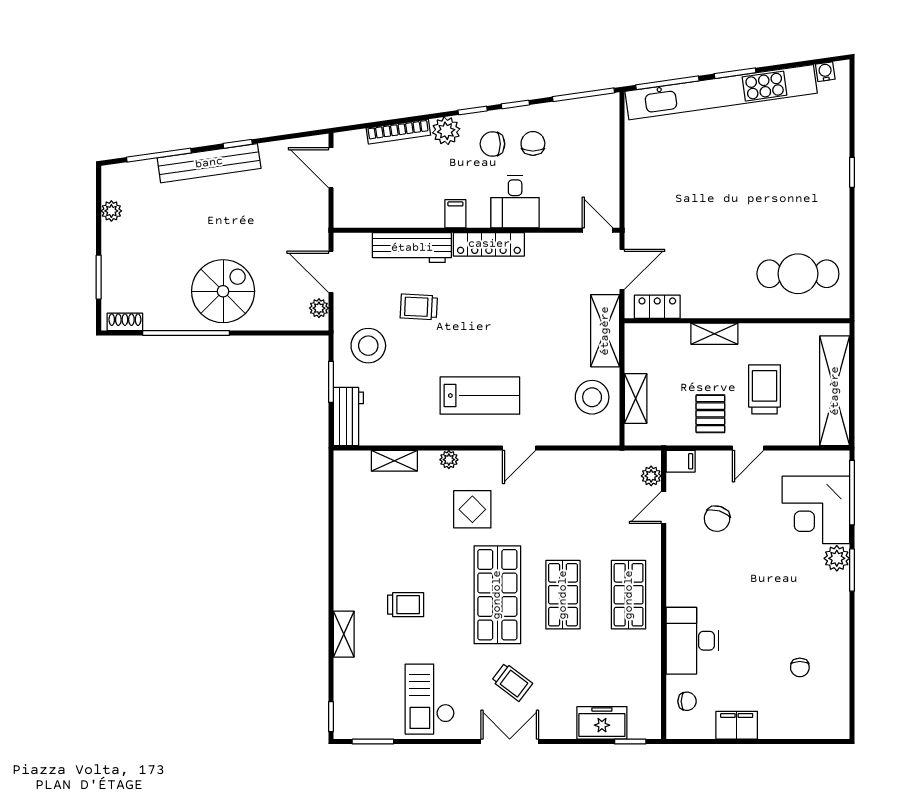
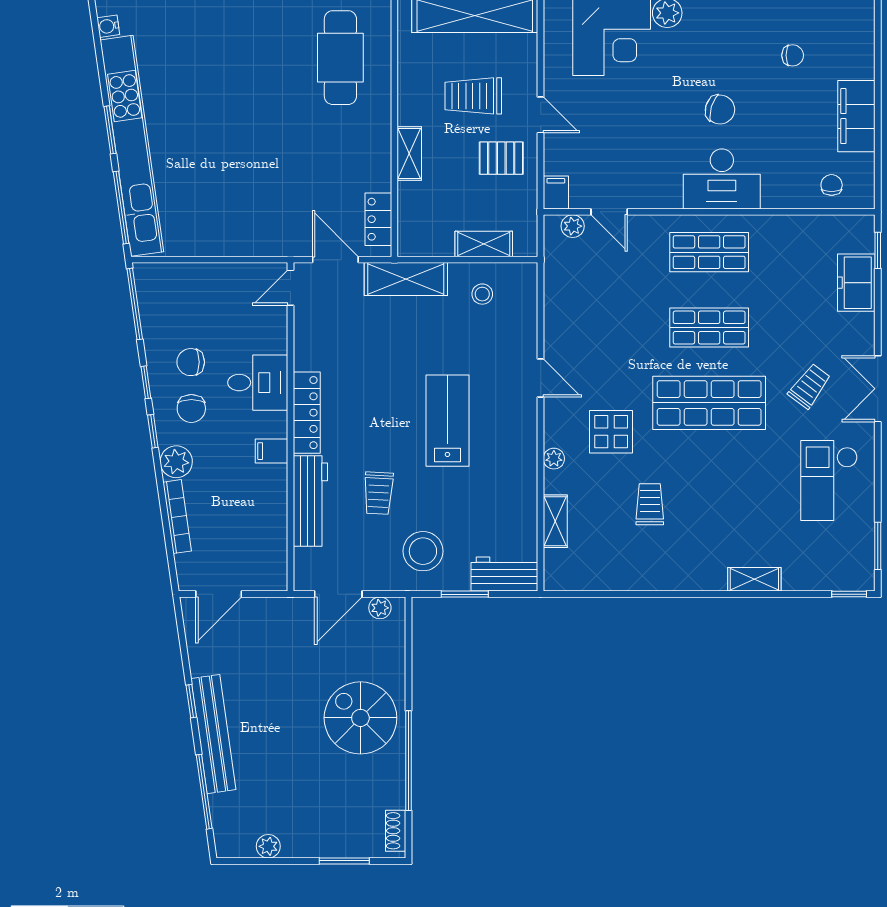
lab bench: (480, 396) -> (447, 421), moved
stool: (592, 397) -> (482, 294), width x0.53, depth x0.53
chair: (717, 519) -> (720, 110), moved
trolley: (406, 605) -> (650, 504), moved
desk: (692, 641) -> (722, 179), moved
checkout: (430, 699) -> (829, 481), turned 90
filing cabinet: (737, 725) -> (856, 116), width x1.50, depth x1.17

